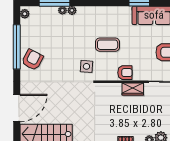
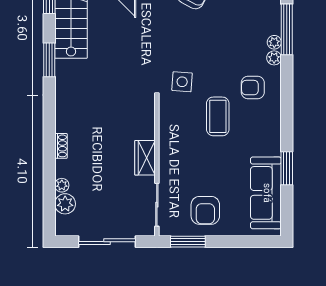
armchair: (125, 73) -> (253, 88), moved, turned 90

